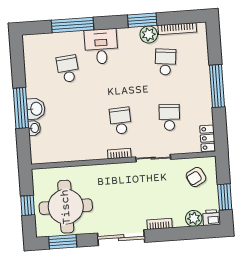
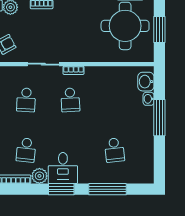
window: (142, 20) -> (61, 189), moved
desk: (101, 46) -> (63, 168), moved
washbasin: (36, 109) -> (146, 82), moved
window: (28, 205) -> (159, 29), width x1.50

